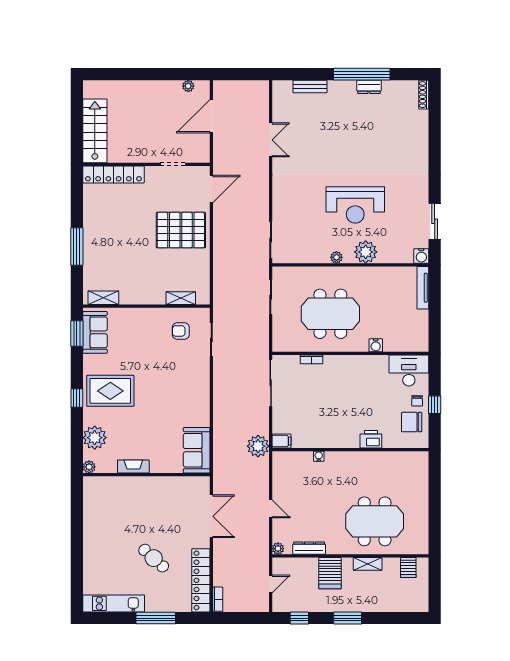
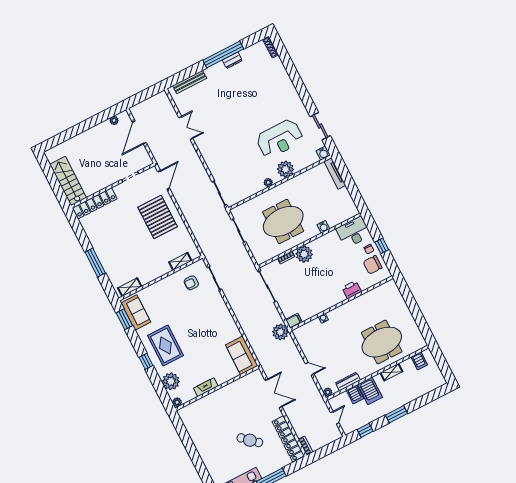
bench: (310, 86) -> (190, 82), width x1.36
reception desk: (355, 205) -> (280, 139), moved
pallet: (181, 230) -> (158, 217), turned 90
plant: (335, 366) -> (304, 254), added
rug: (110, 391) -> (165, 346), turned 90
server rack: (310, 568) -> (355, 394), added

